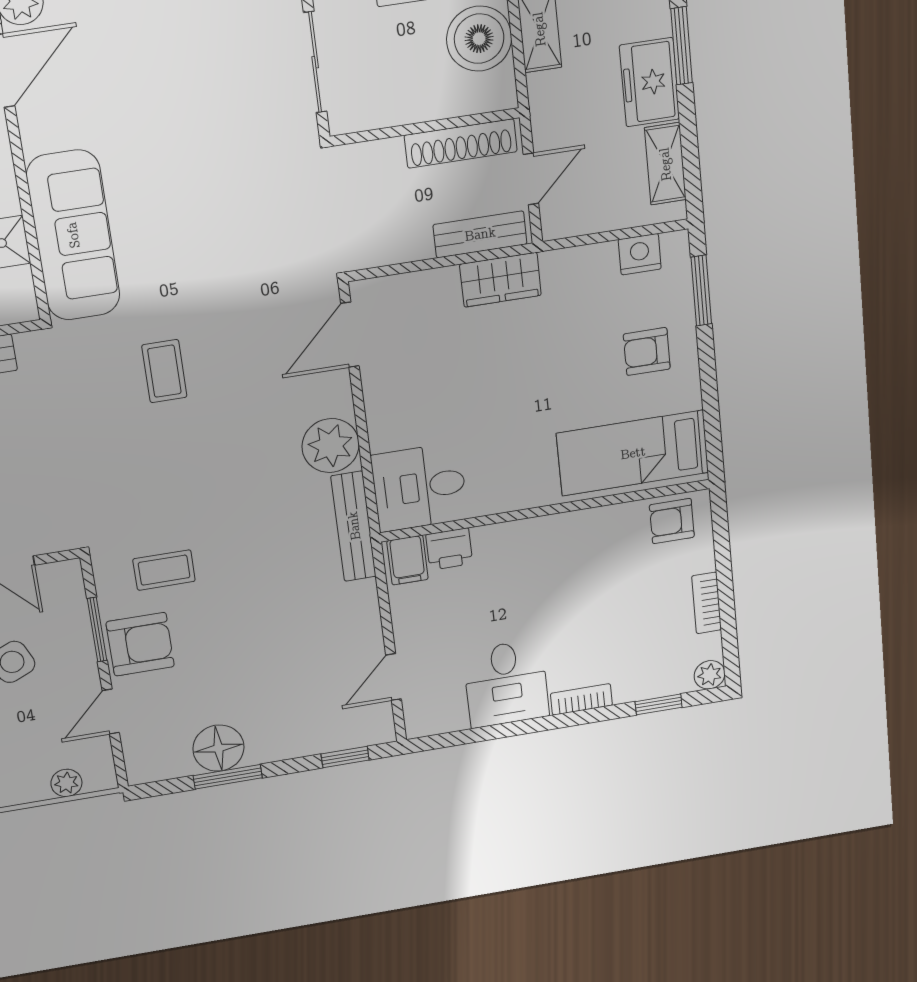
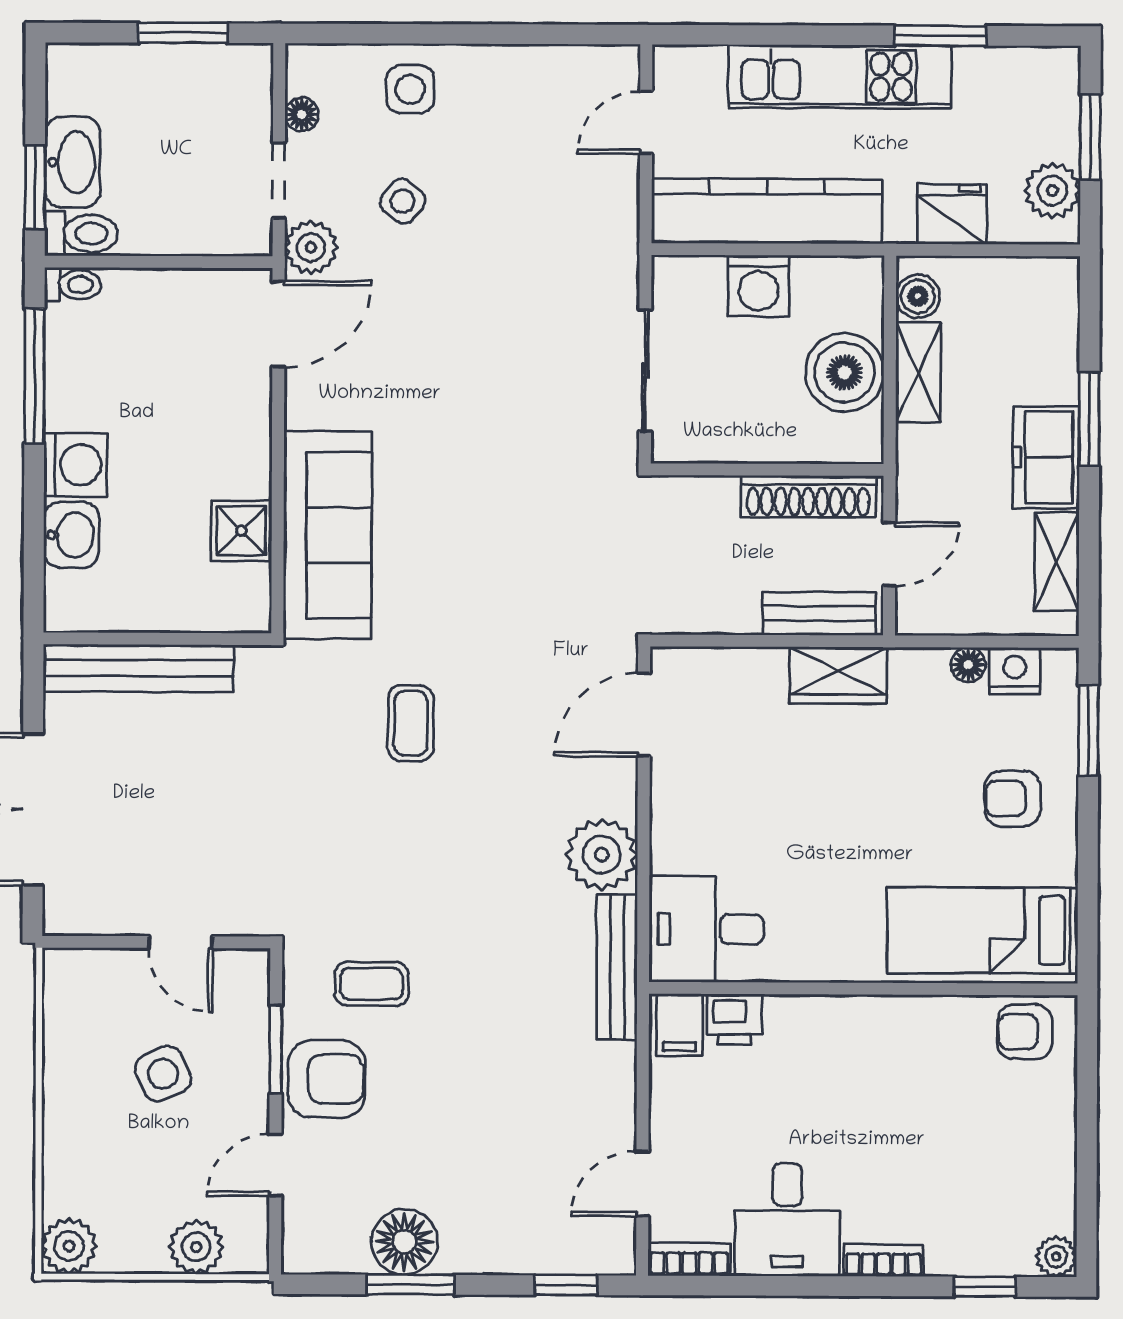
floor lamp: (603, 255) -> (968, 665), added
bookcase: (707, 603) -> (689, 1259), moved, turned 90
plant: (66, 783) -> (196, 1247), width x1.38, depth x1.38

